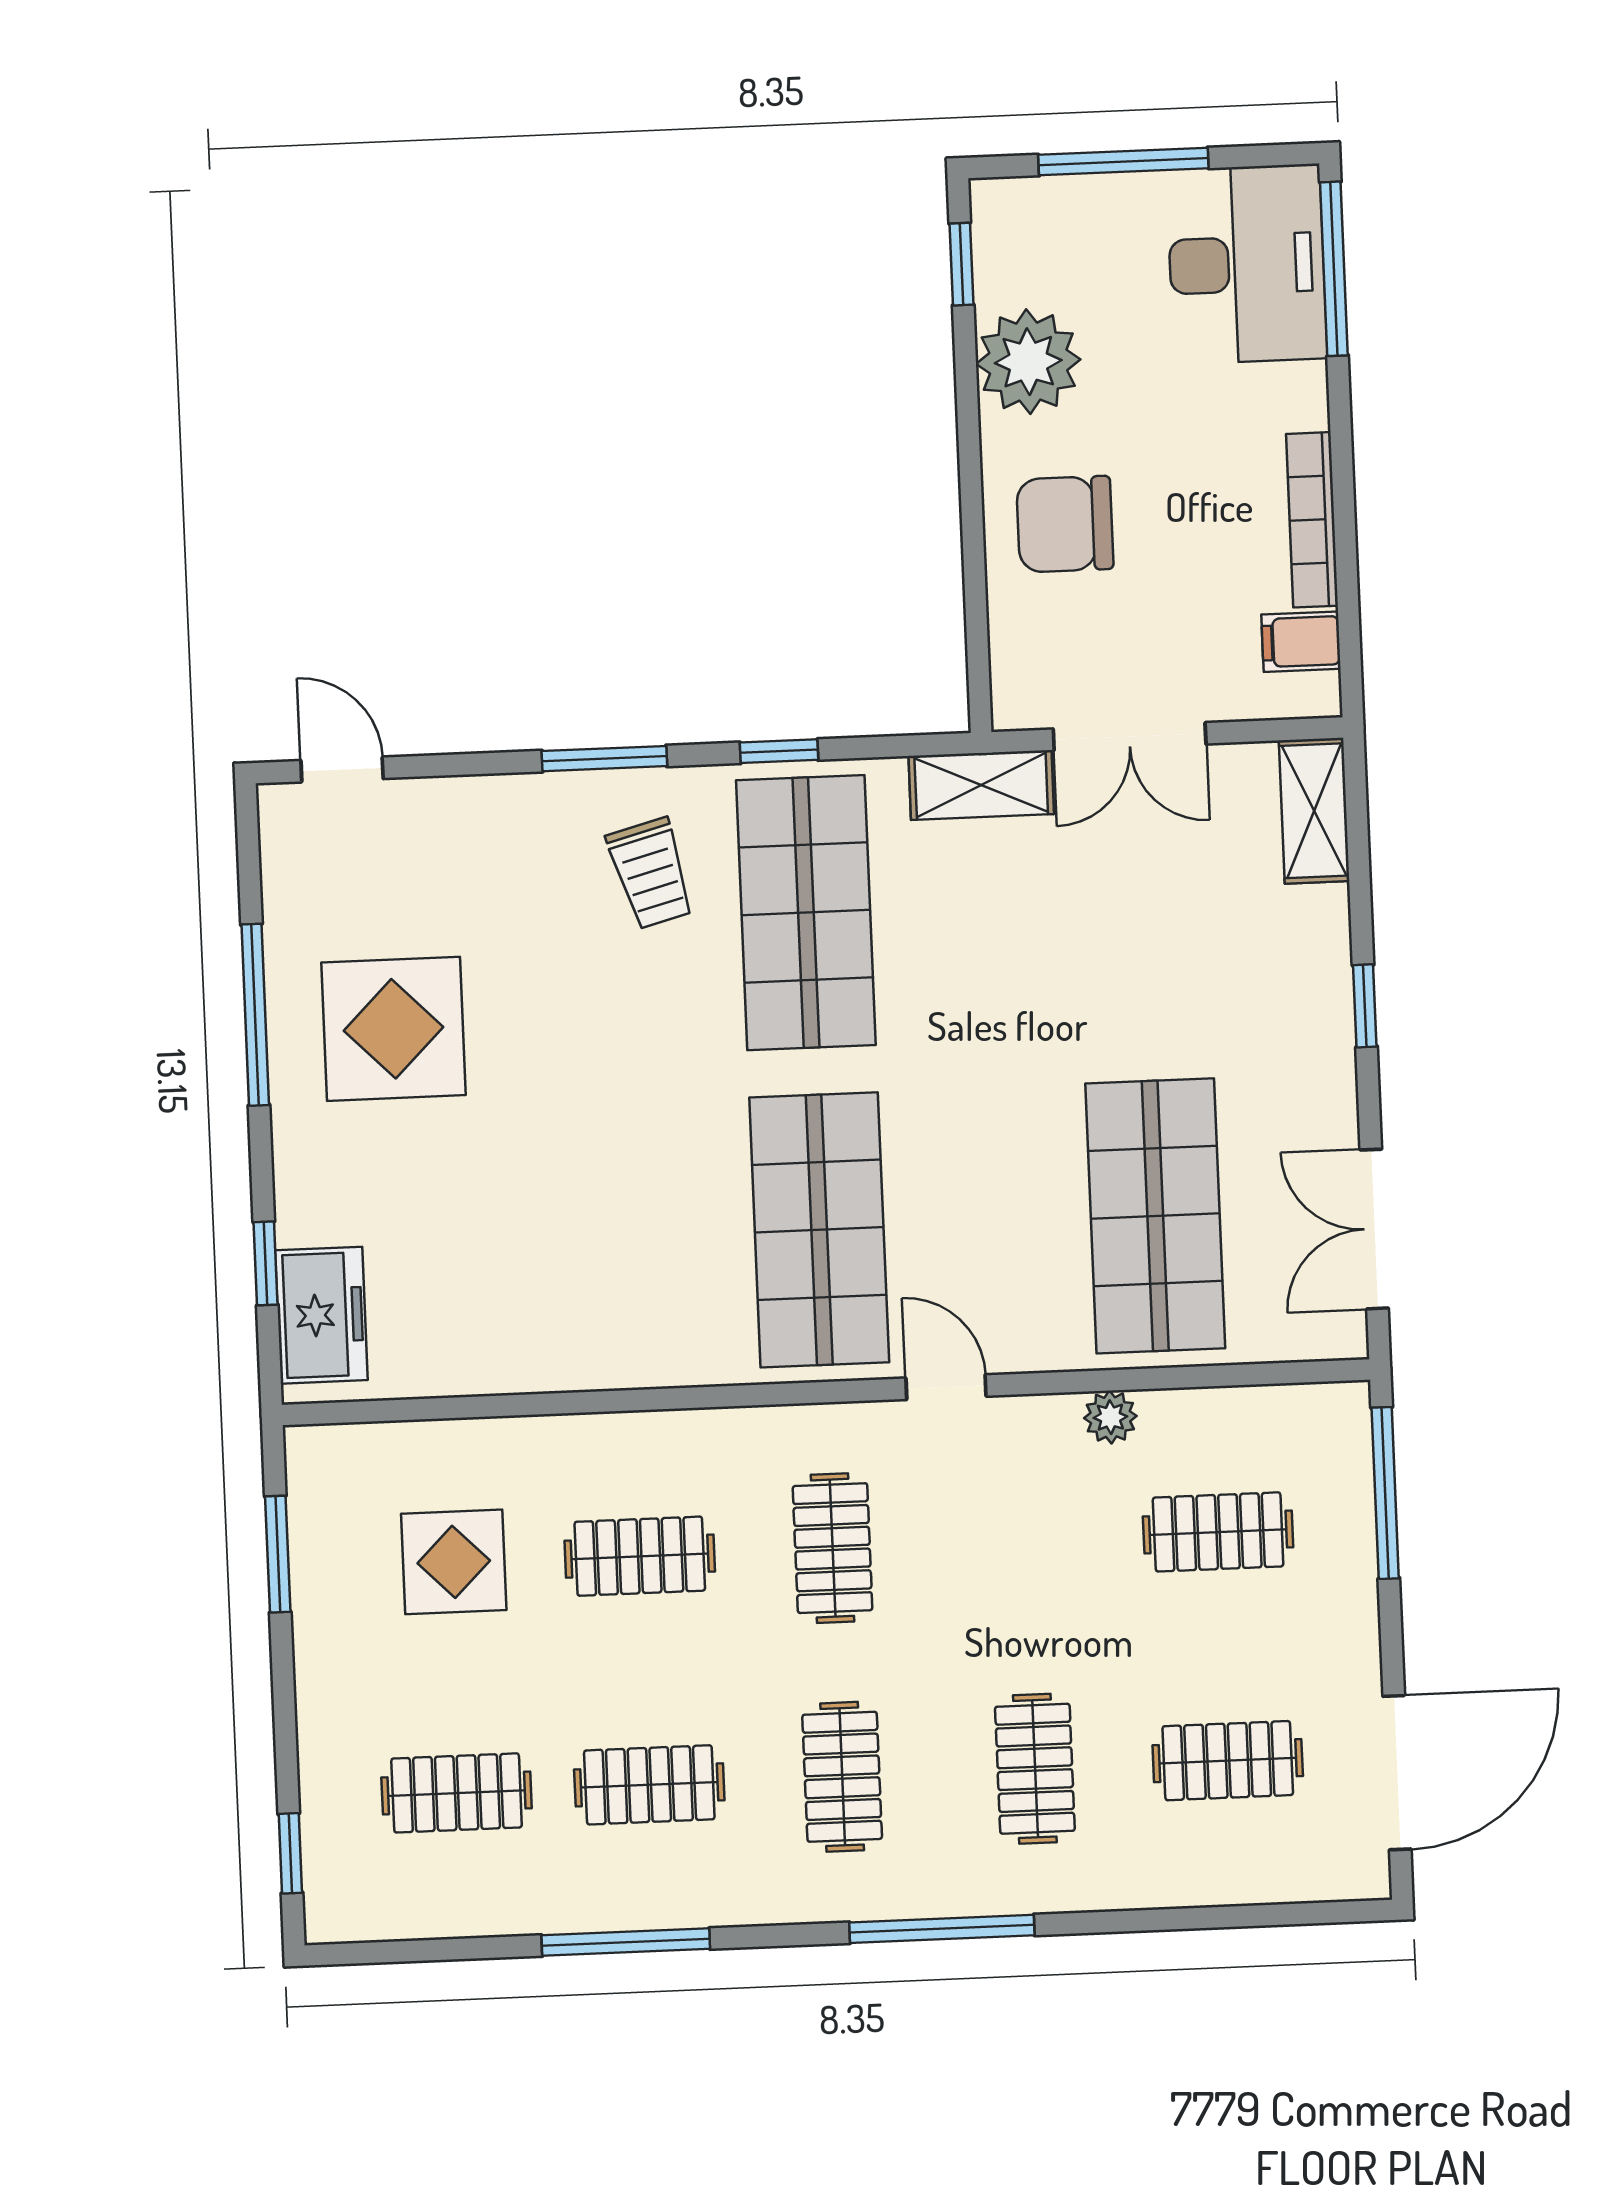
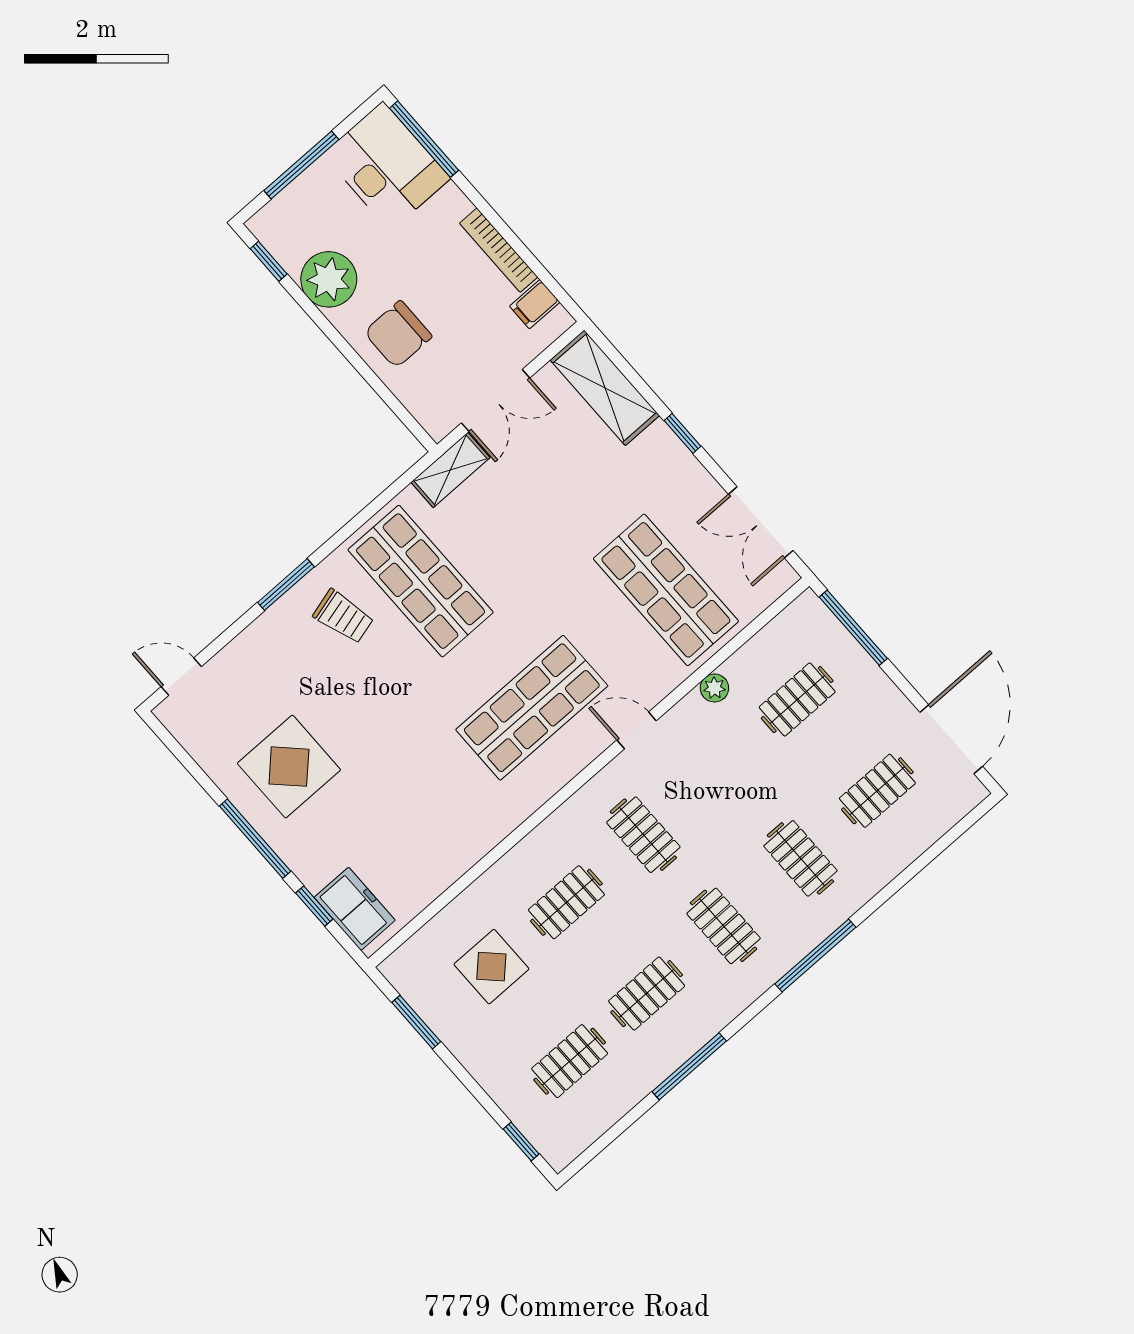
window: (779, 751) -> (356, 523), removed
shelving: (1314, 811) -> (605, 388), width x1.50, depth x1.33
window: (255, 1015) -> (255, 839), moved
shop shelf: (819, 1230) -> (532, 708), turned 90

